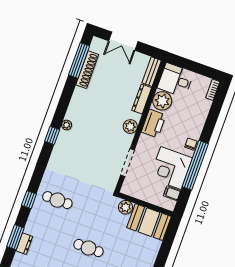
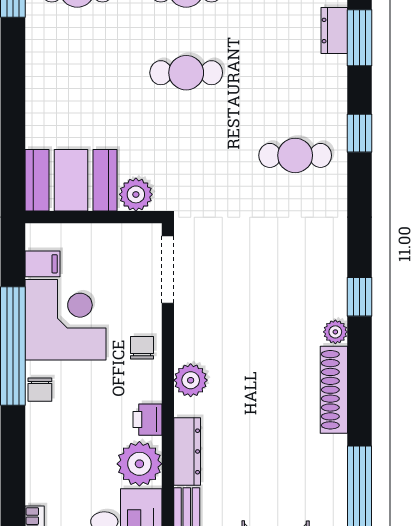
shoe rack: (87, 70) -> (334, 390), moved
printer: (154, 124) -> (147, 420), width x0.53, depth x0.68
chair: (145, 146) -> (142, 348), added
doorway: (127, 162) -> (168, 270), moved

